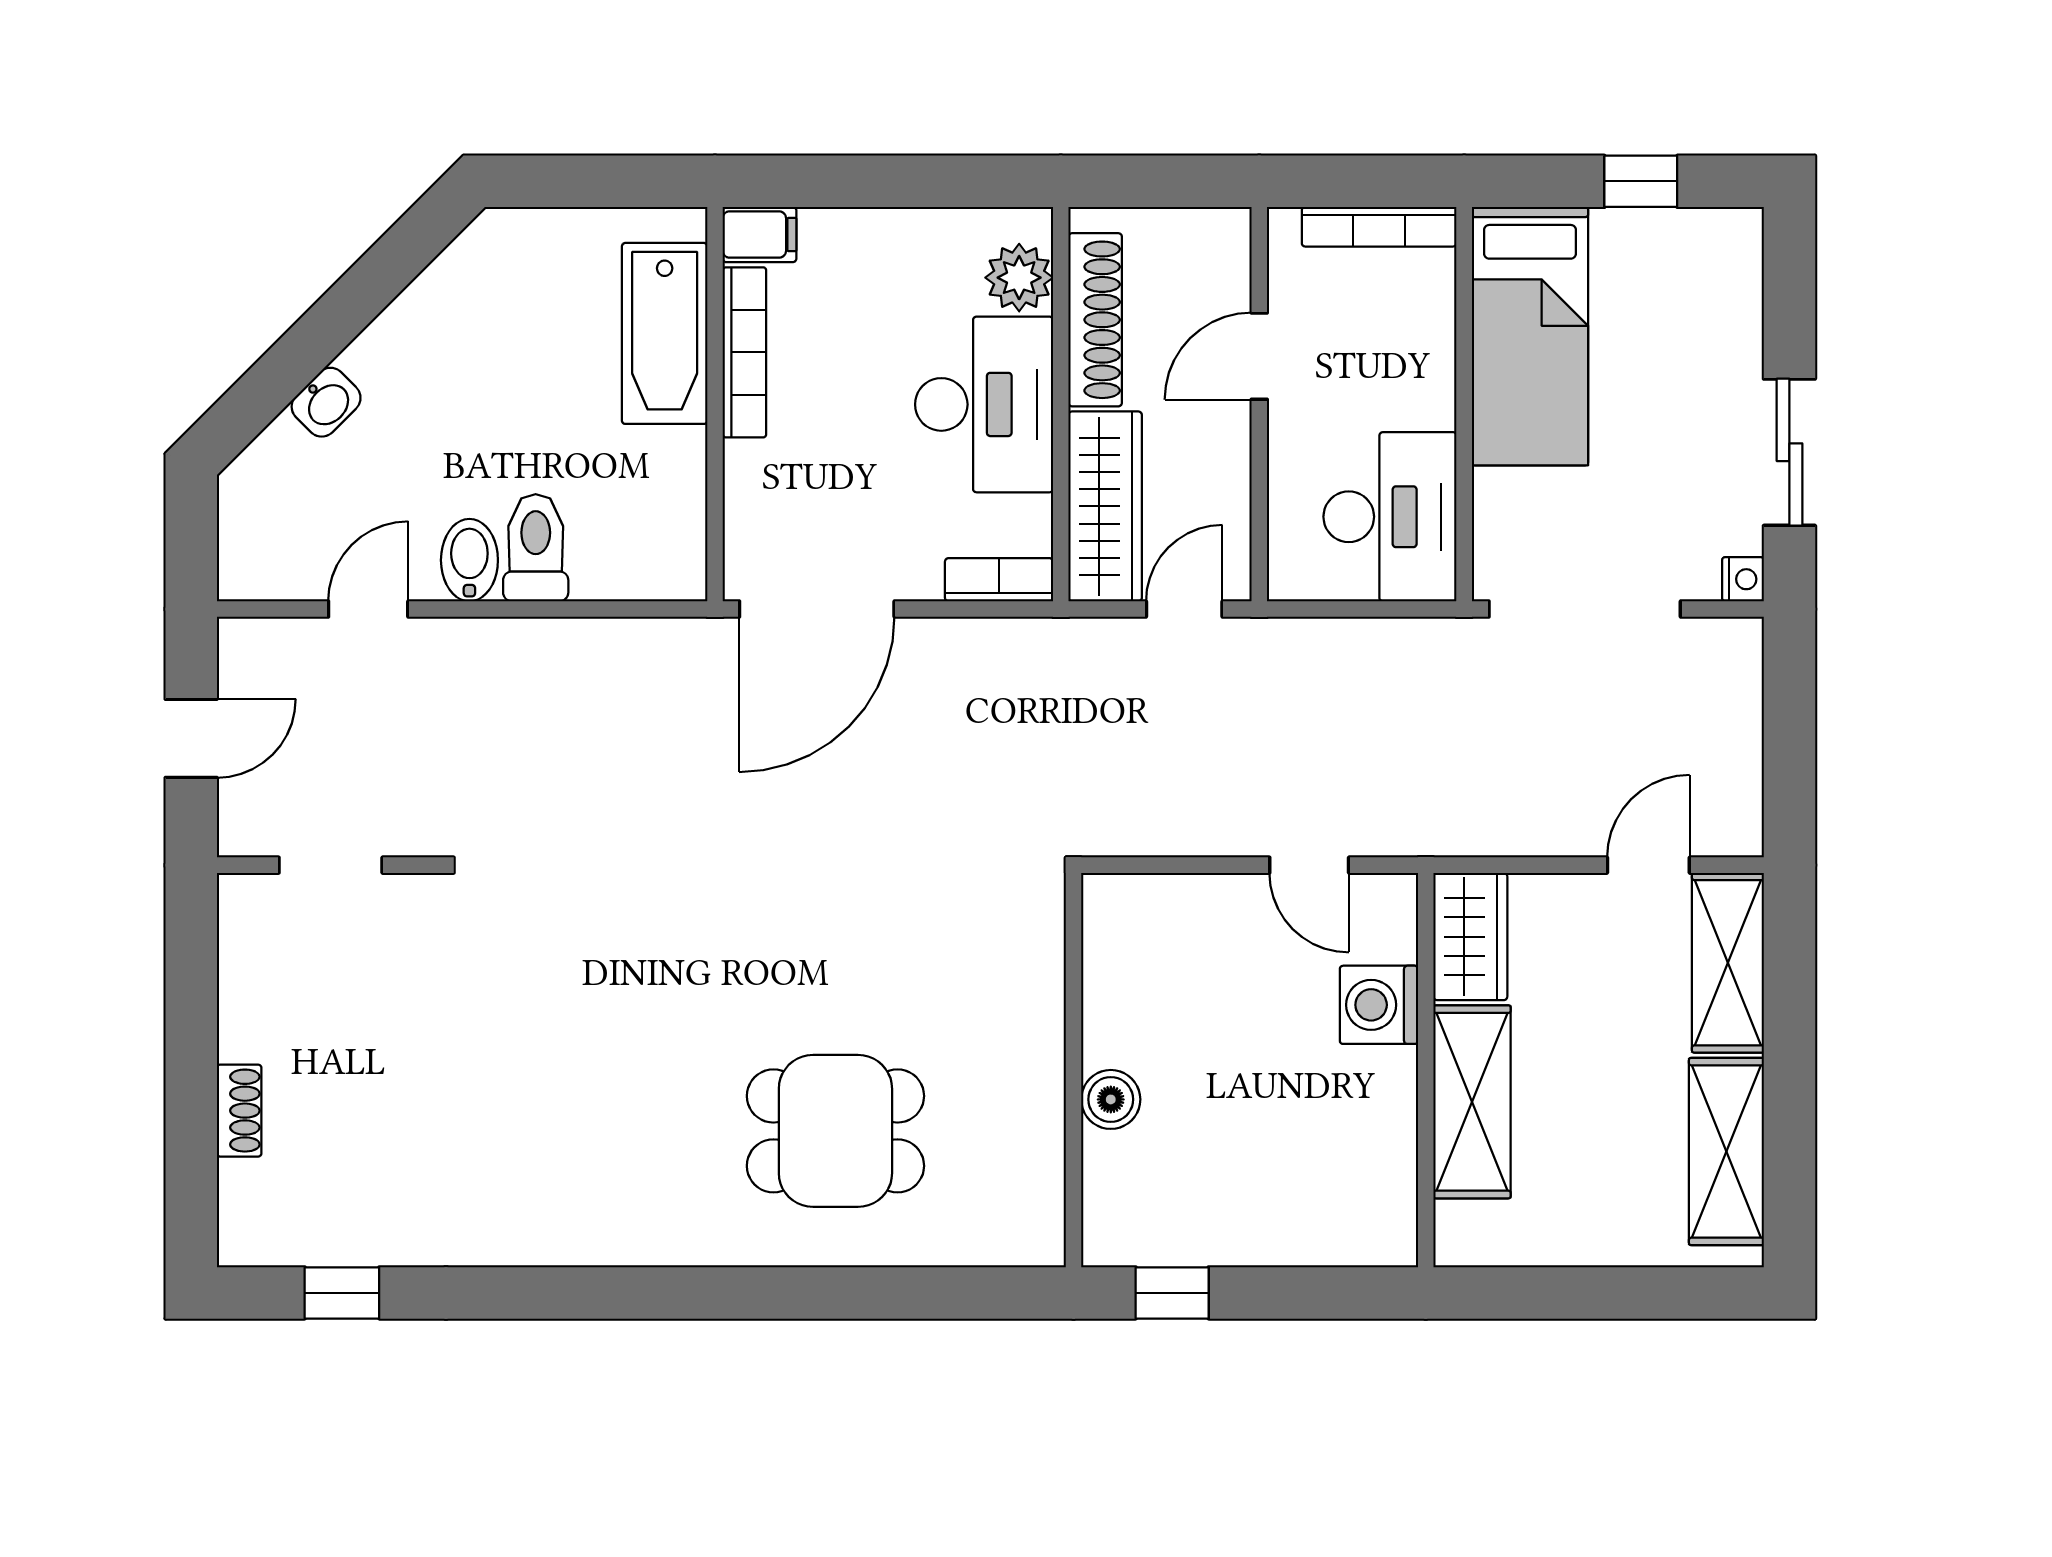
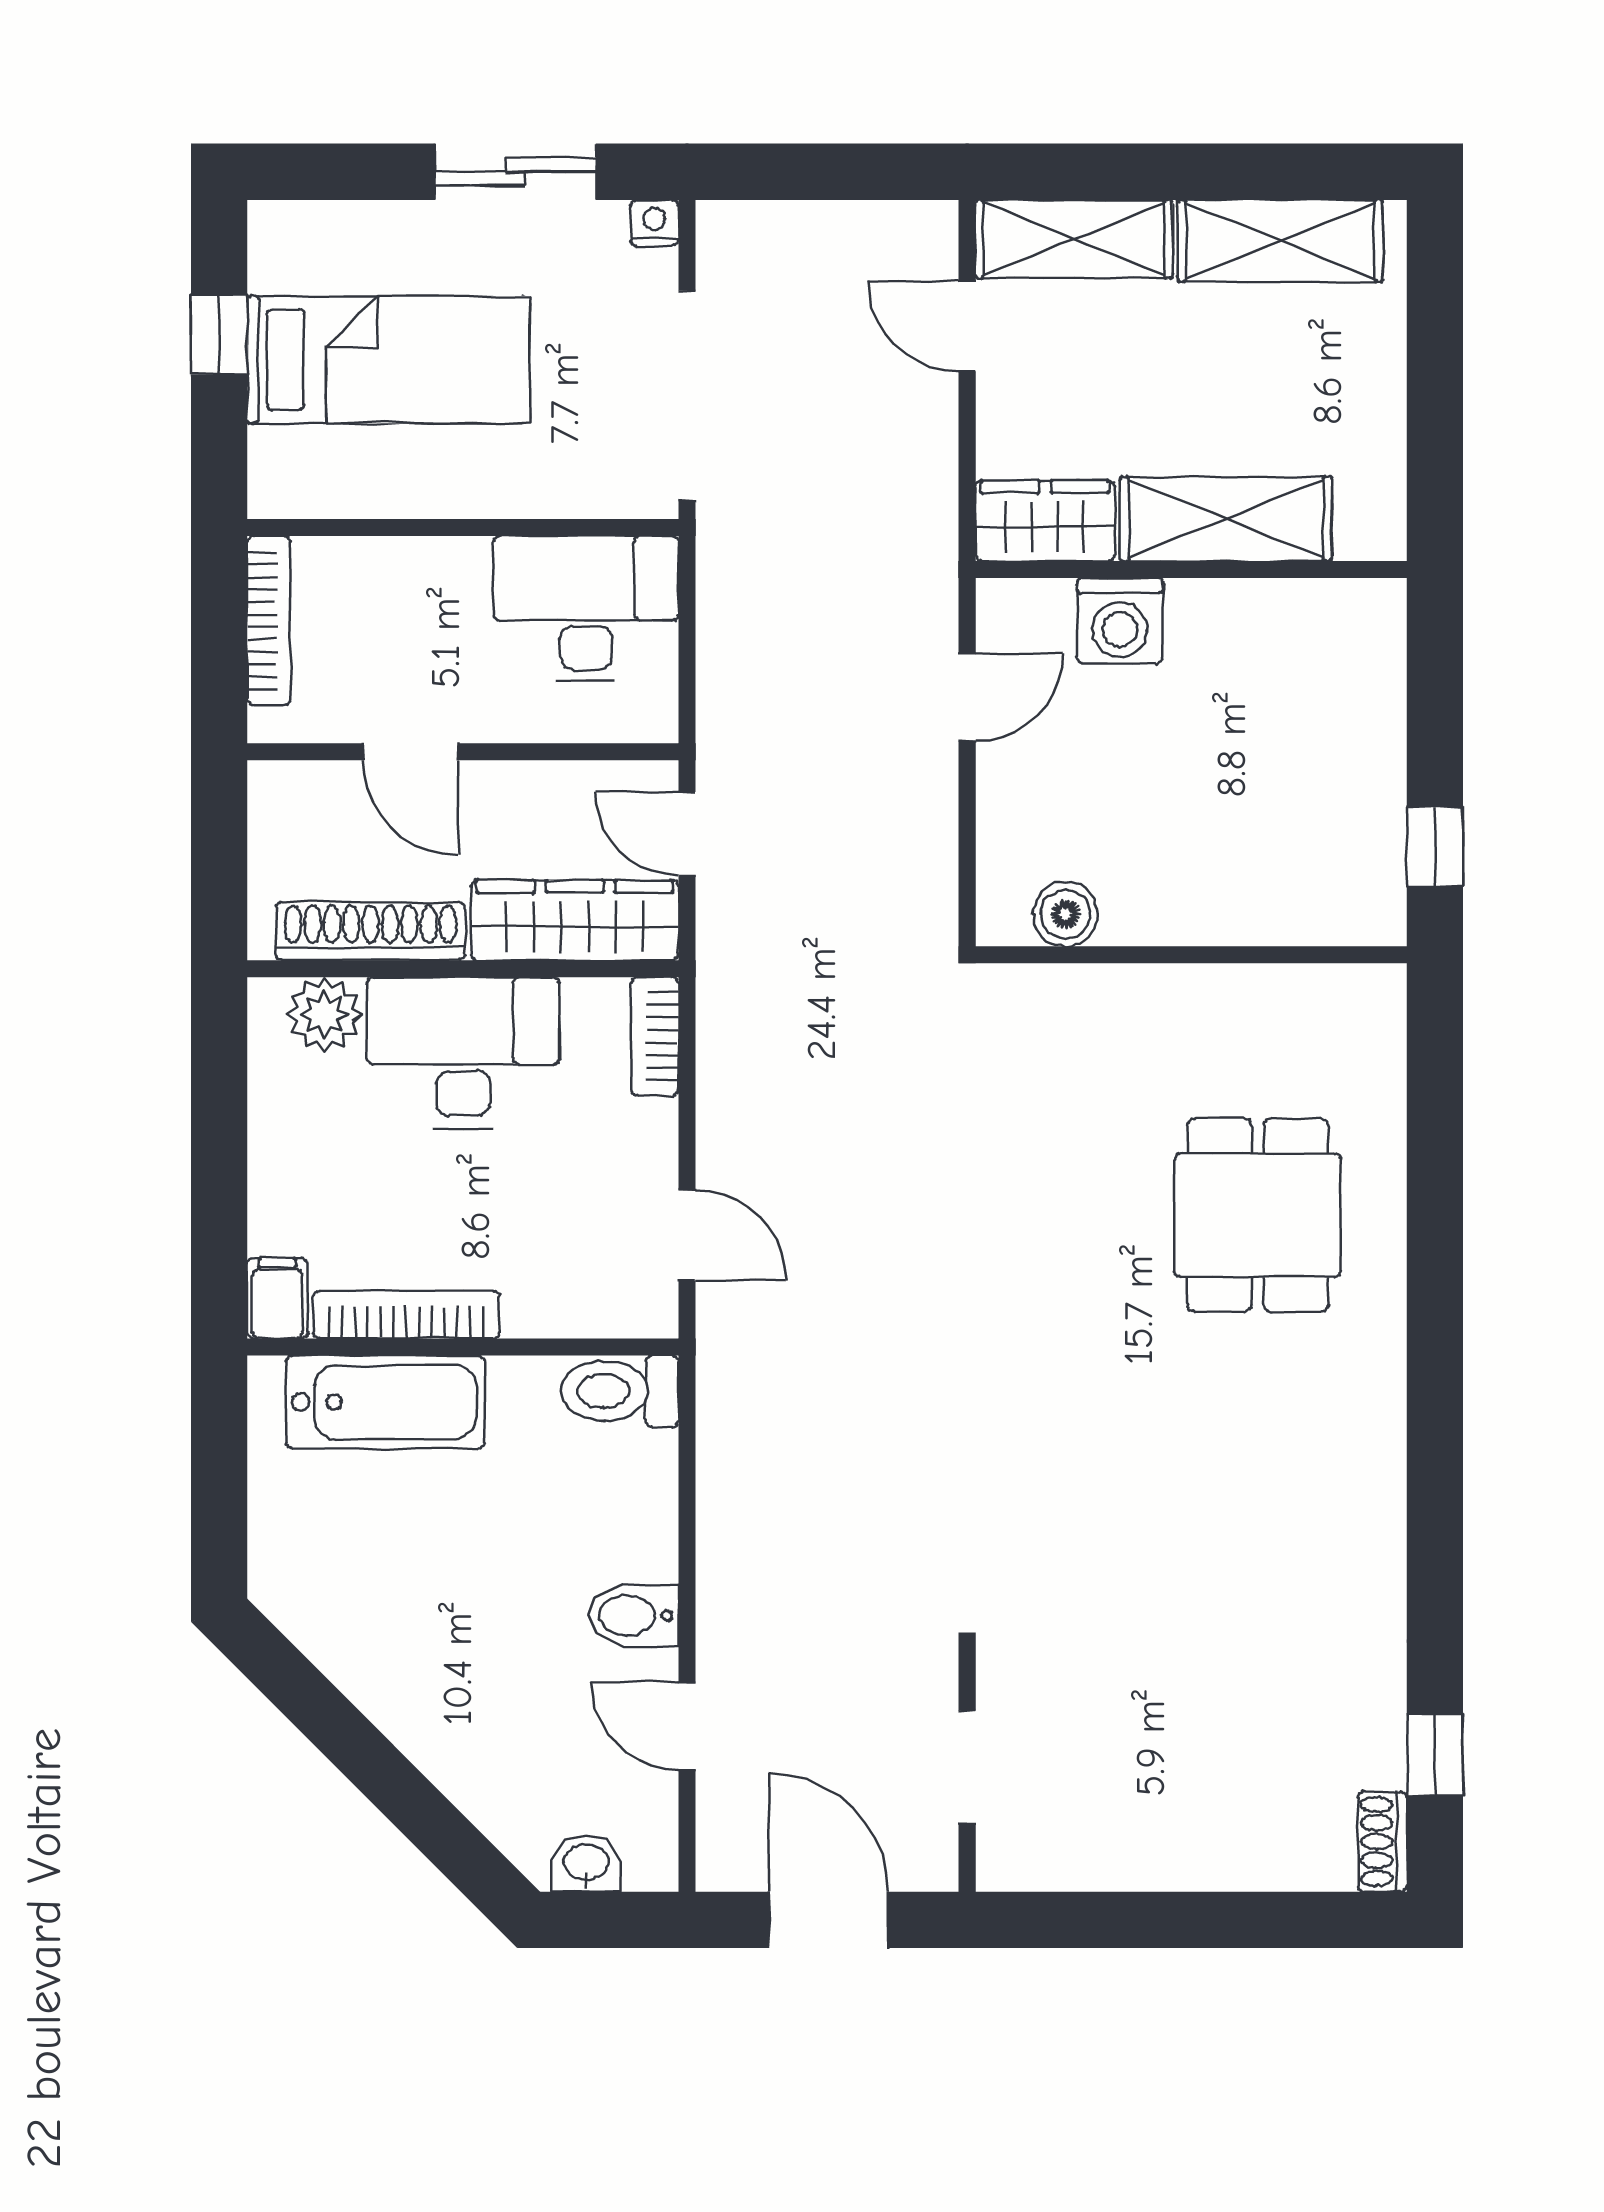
bed: (1530, 336) -> (388, 360), moved
washbasin: (326, 402) -> (586, 1864), moved, turned -45
toilet: (536, 548) -> (620, 1391), moved
door: (817, 609) -> (687, 1236), width x0.53
door: (191, 738) -> (828, 1920), width x1.38
boiler: (1111, 1099) -> (1065, 914), moved
shoe rack: (239, 1111) -> (1383, 1842), moved, turned -90

